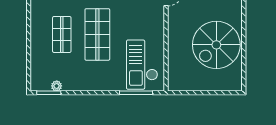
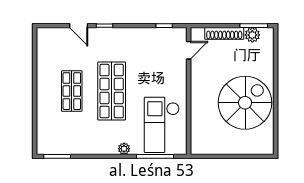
spiral stairs: (216, 45) -> (245, 103), turned 180
plant: (57, 86) -> (124, 149), moved

